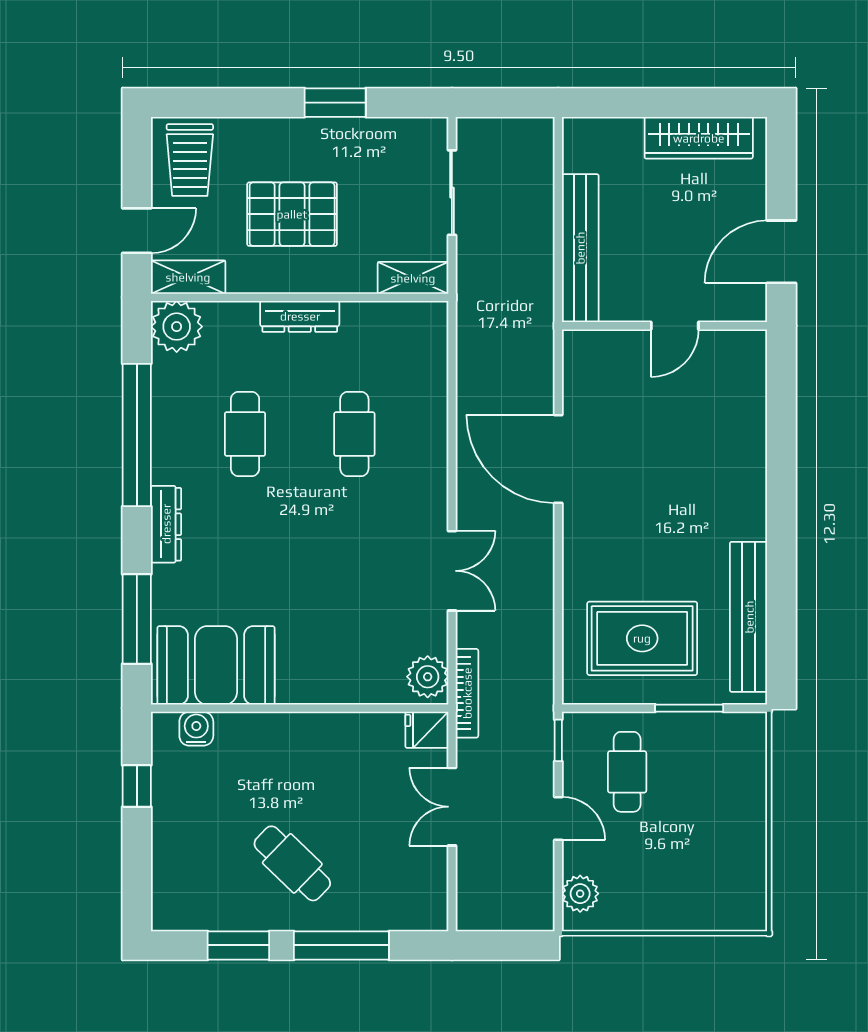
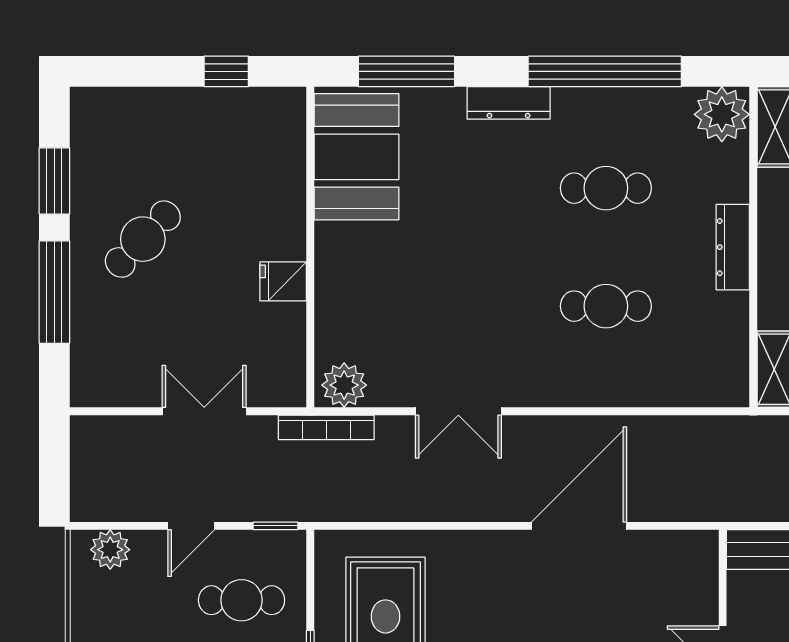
water cooler: (196, 729) -> (288, 136), removed
fridge: (427, 730) -> (283, 281), moved, turned -90

